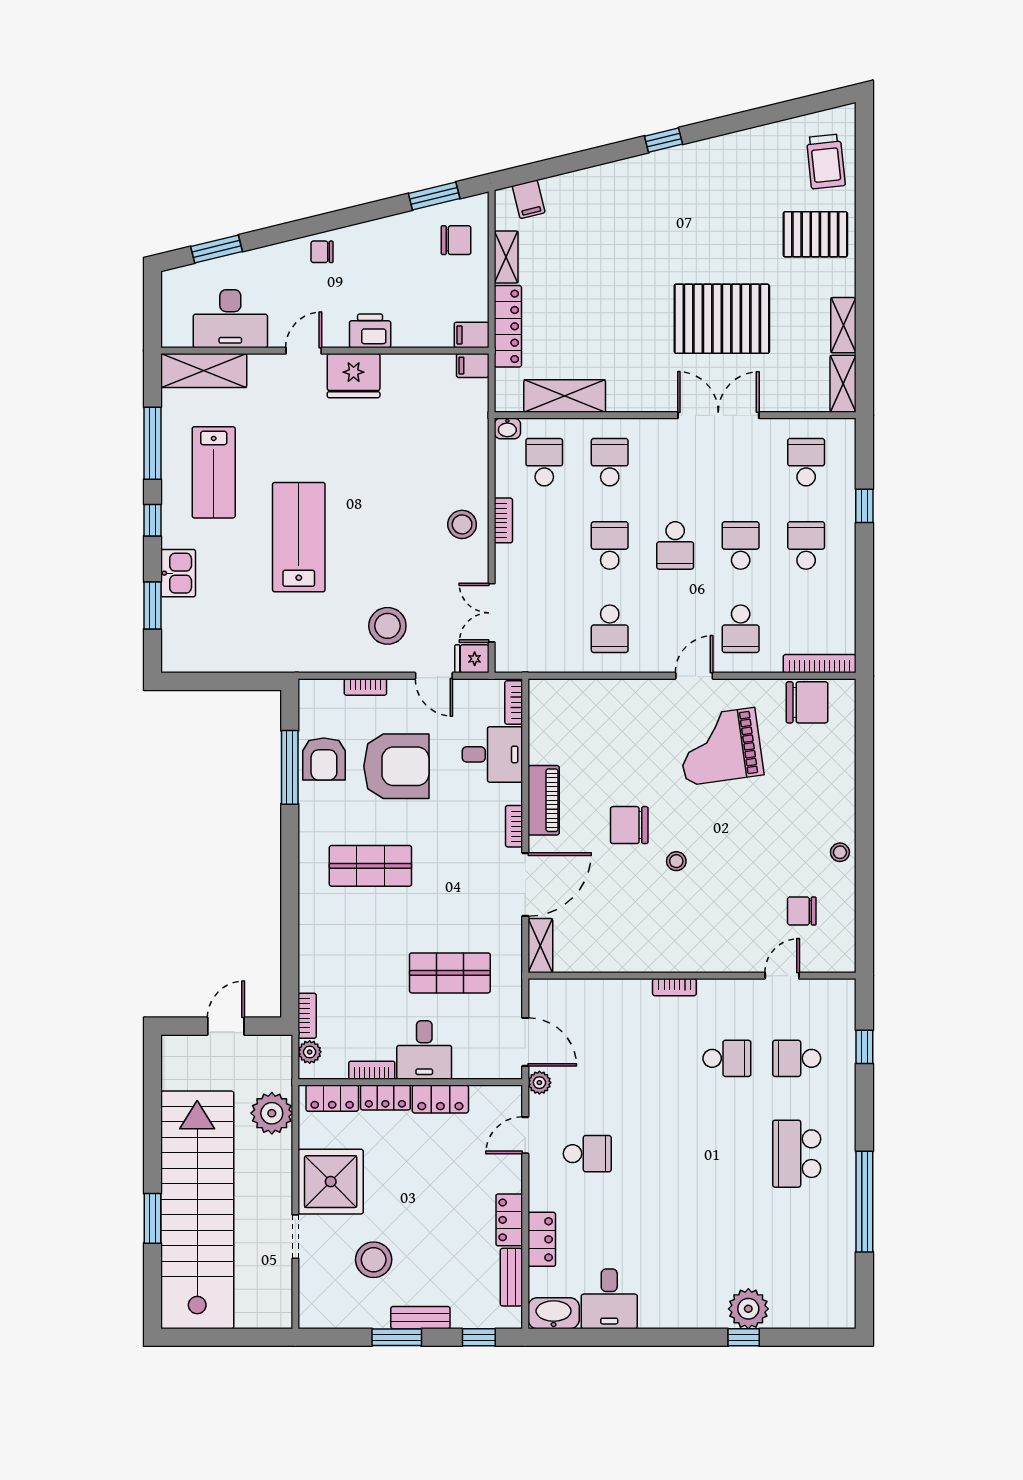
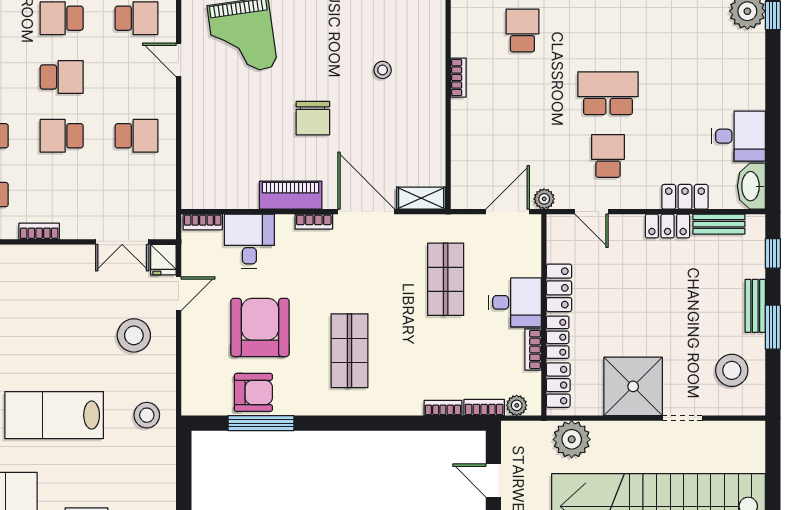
stool: (462, 524) -> (147, 415), moved
bookcase: (365, 687) -> (443, 408), moved, turned -90
stool: (676, 861) -> (383, 70), moved
school desk: (657, 1154) -> (608, 93), added
stool: (374, 1260) -> (732, 370), moved

